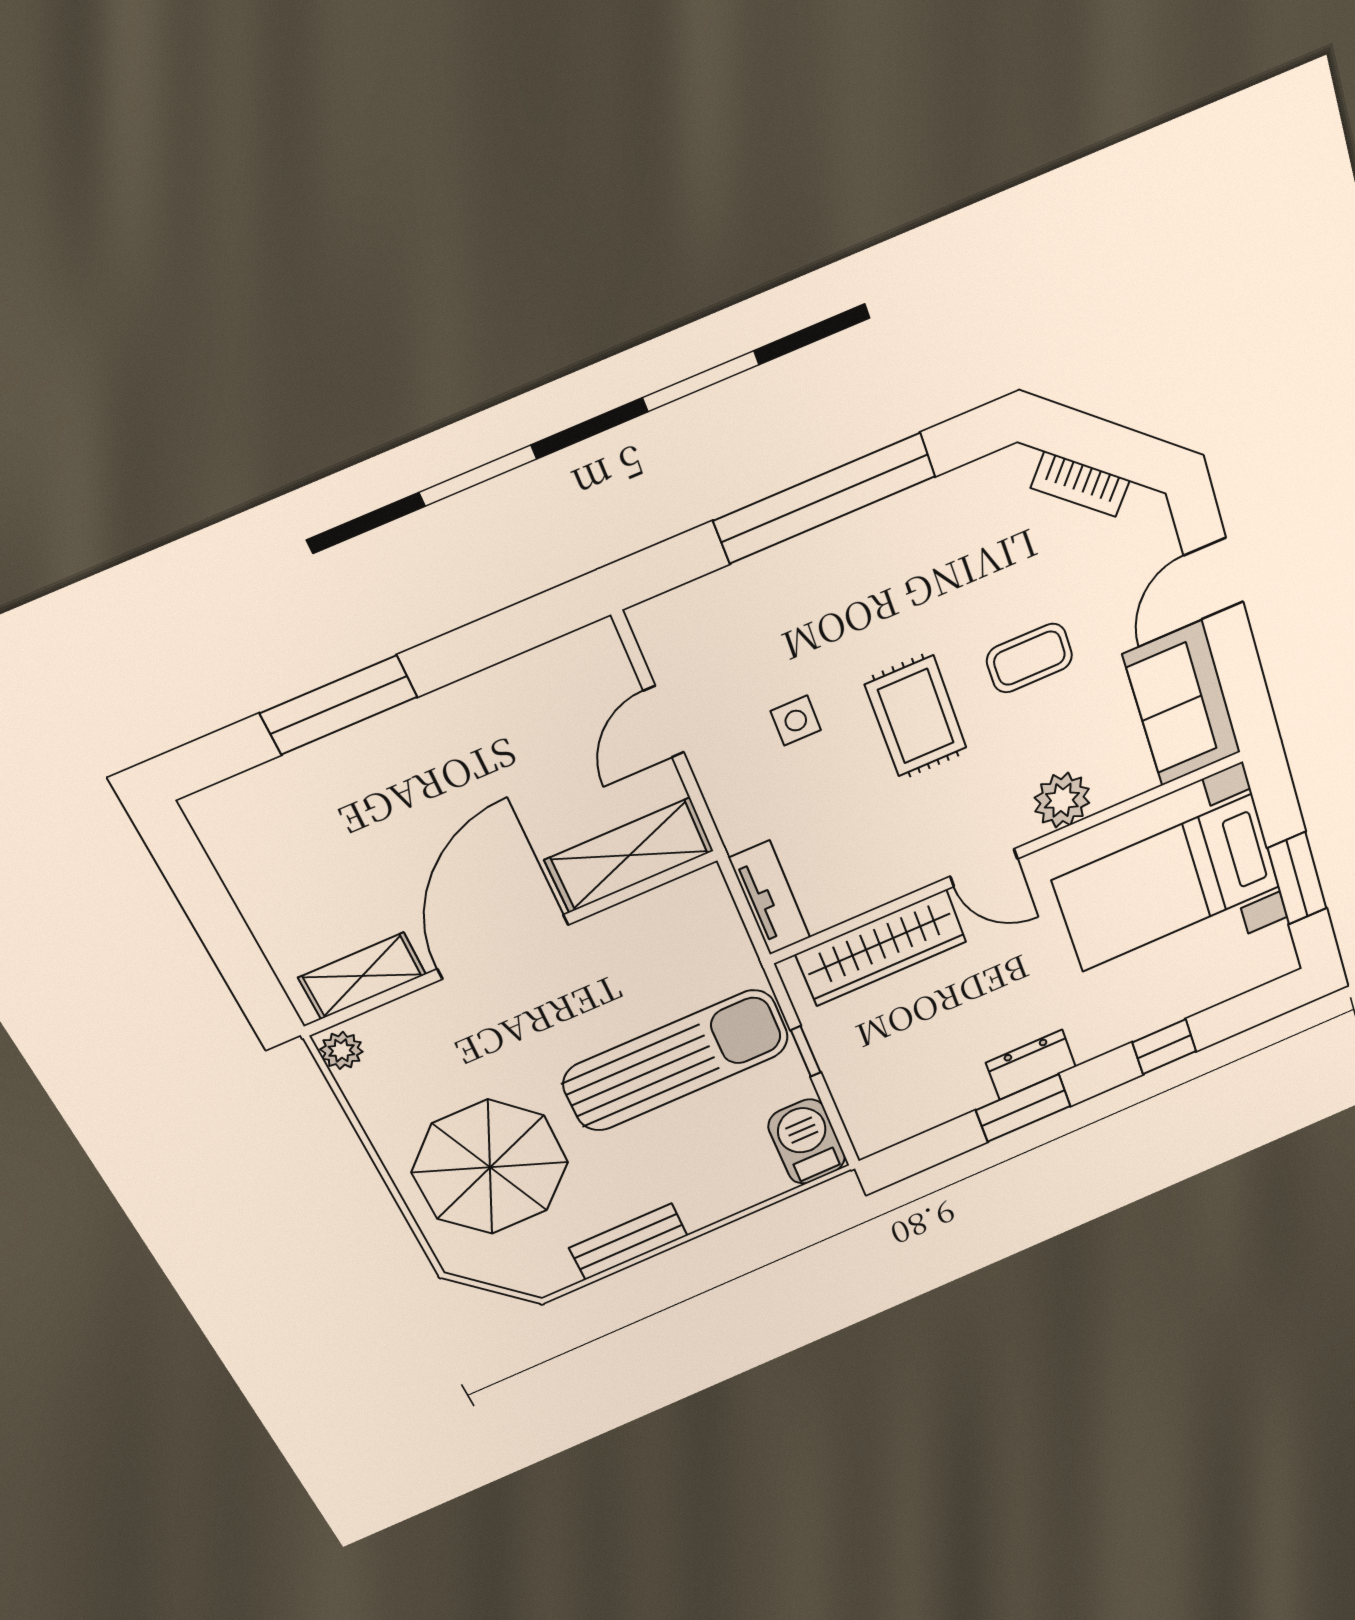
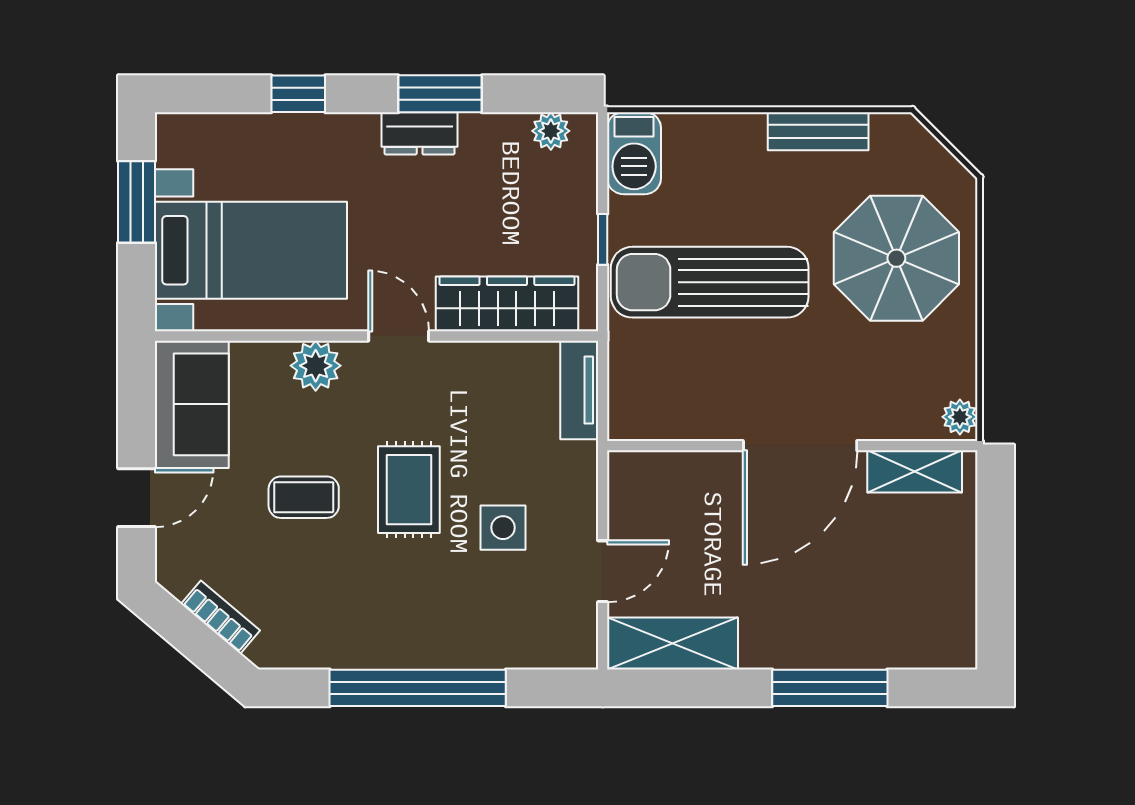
side table: (796, 721) -> (503, 528), width x1.37, depth x1.37
shelving: (629, 855) -> (673, 643), moved
plant: (899, 1124) -> (551, 131), added

